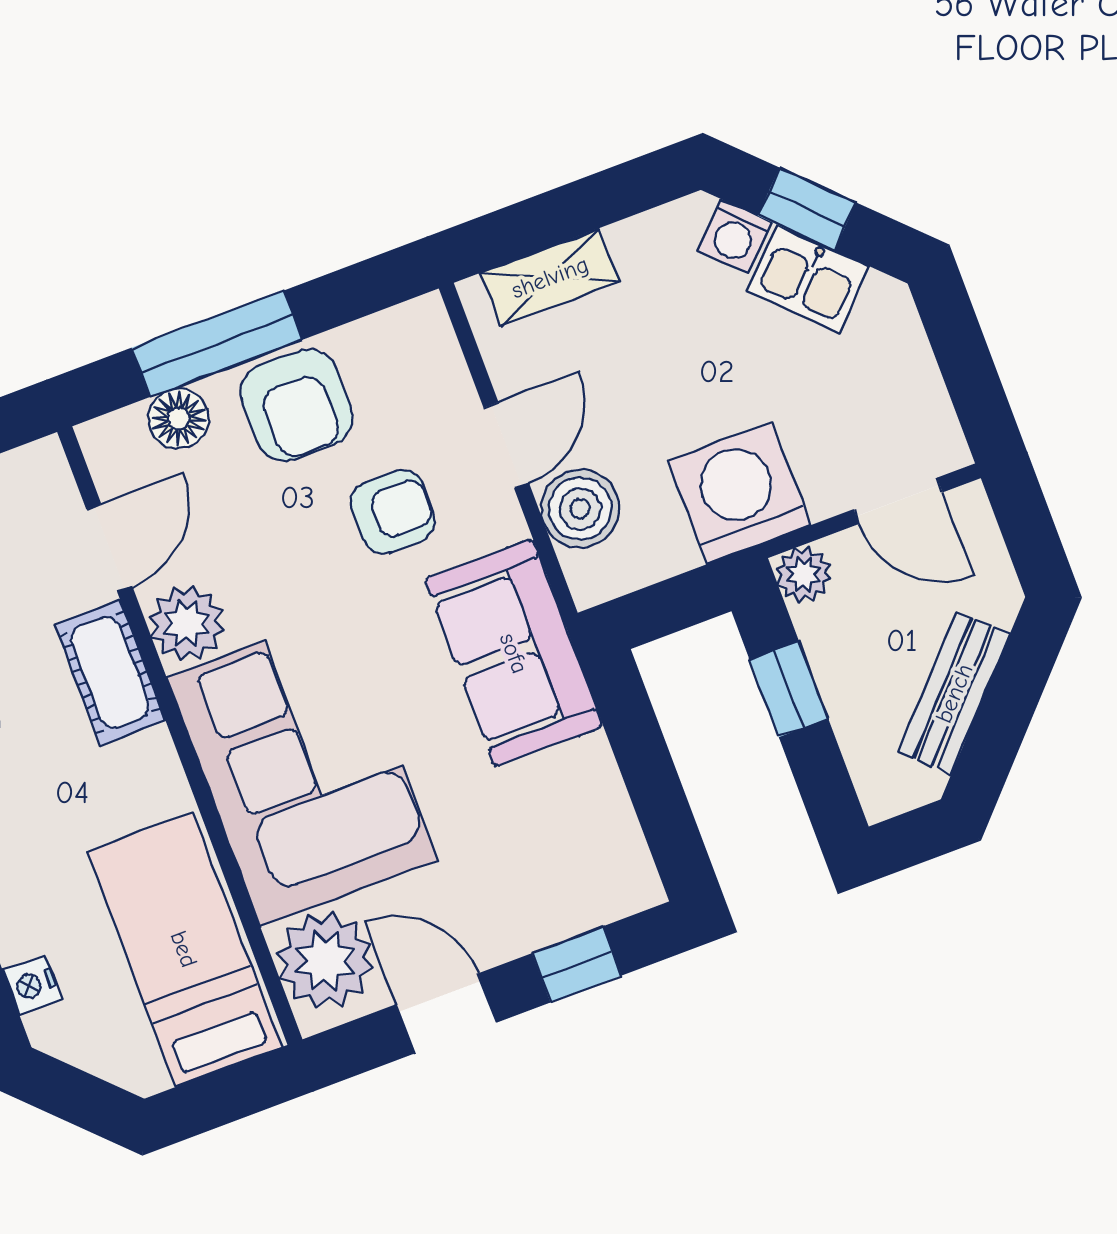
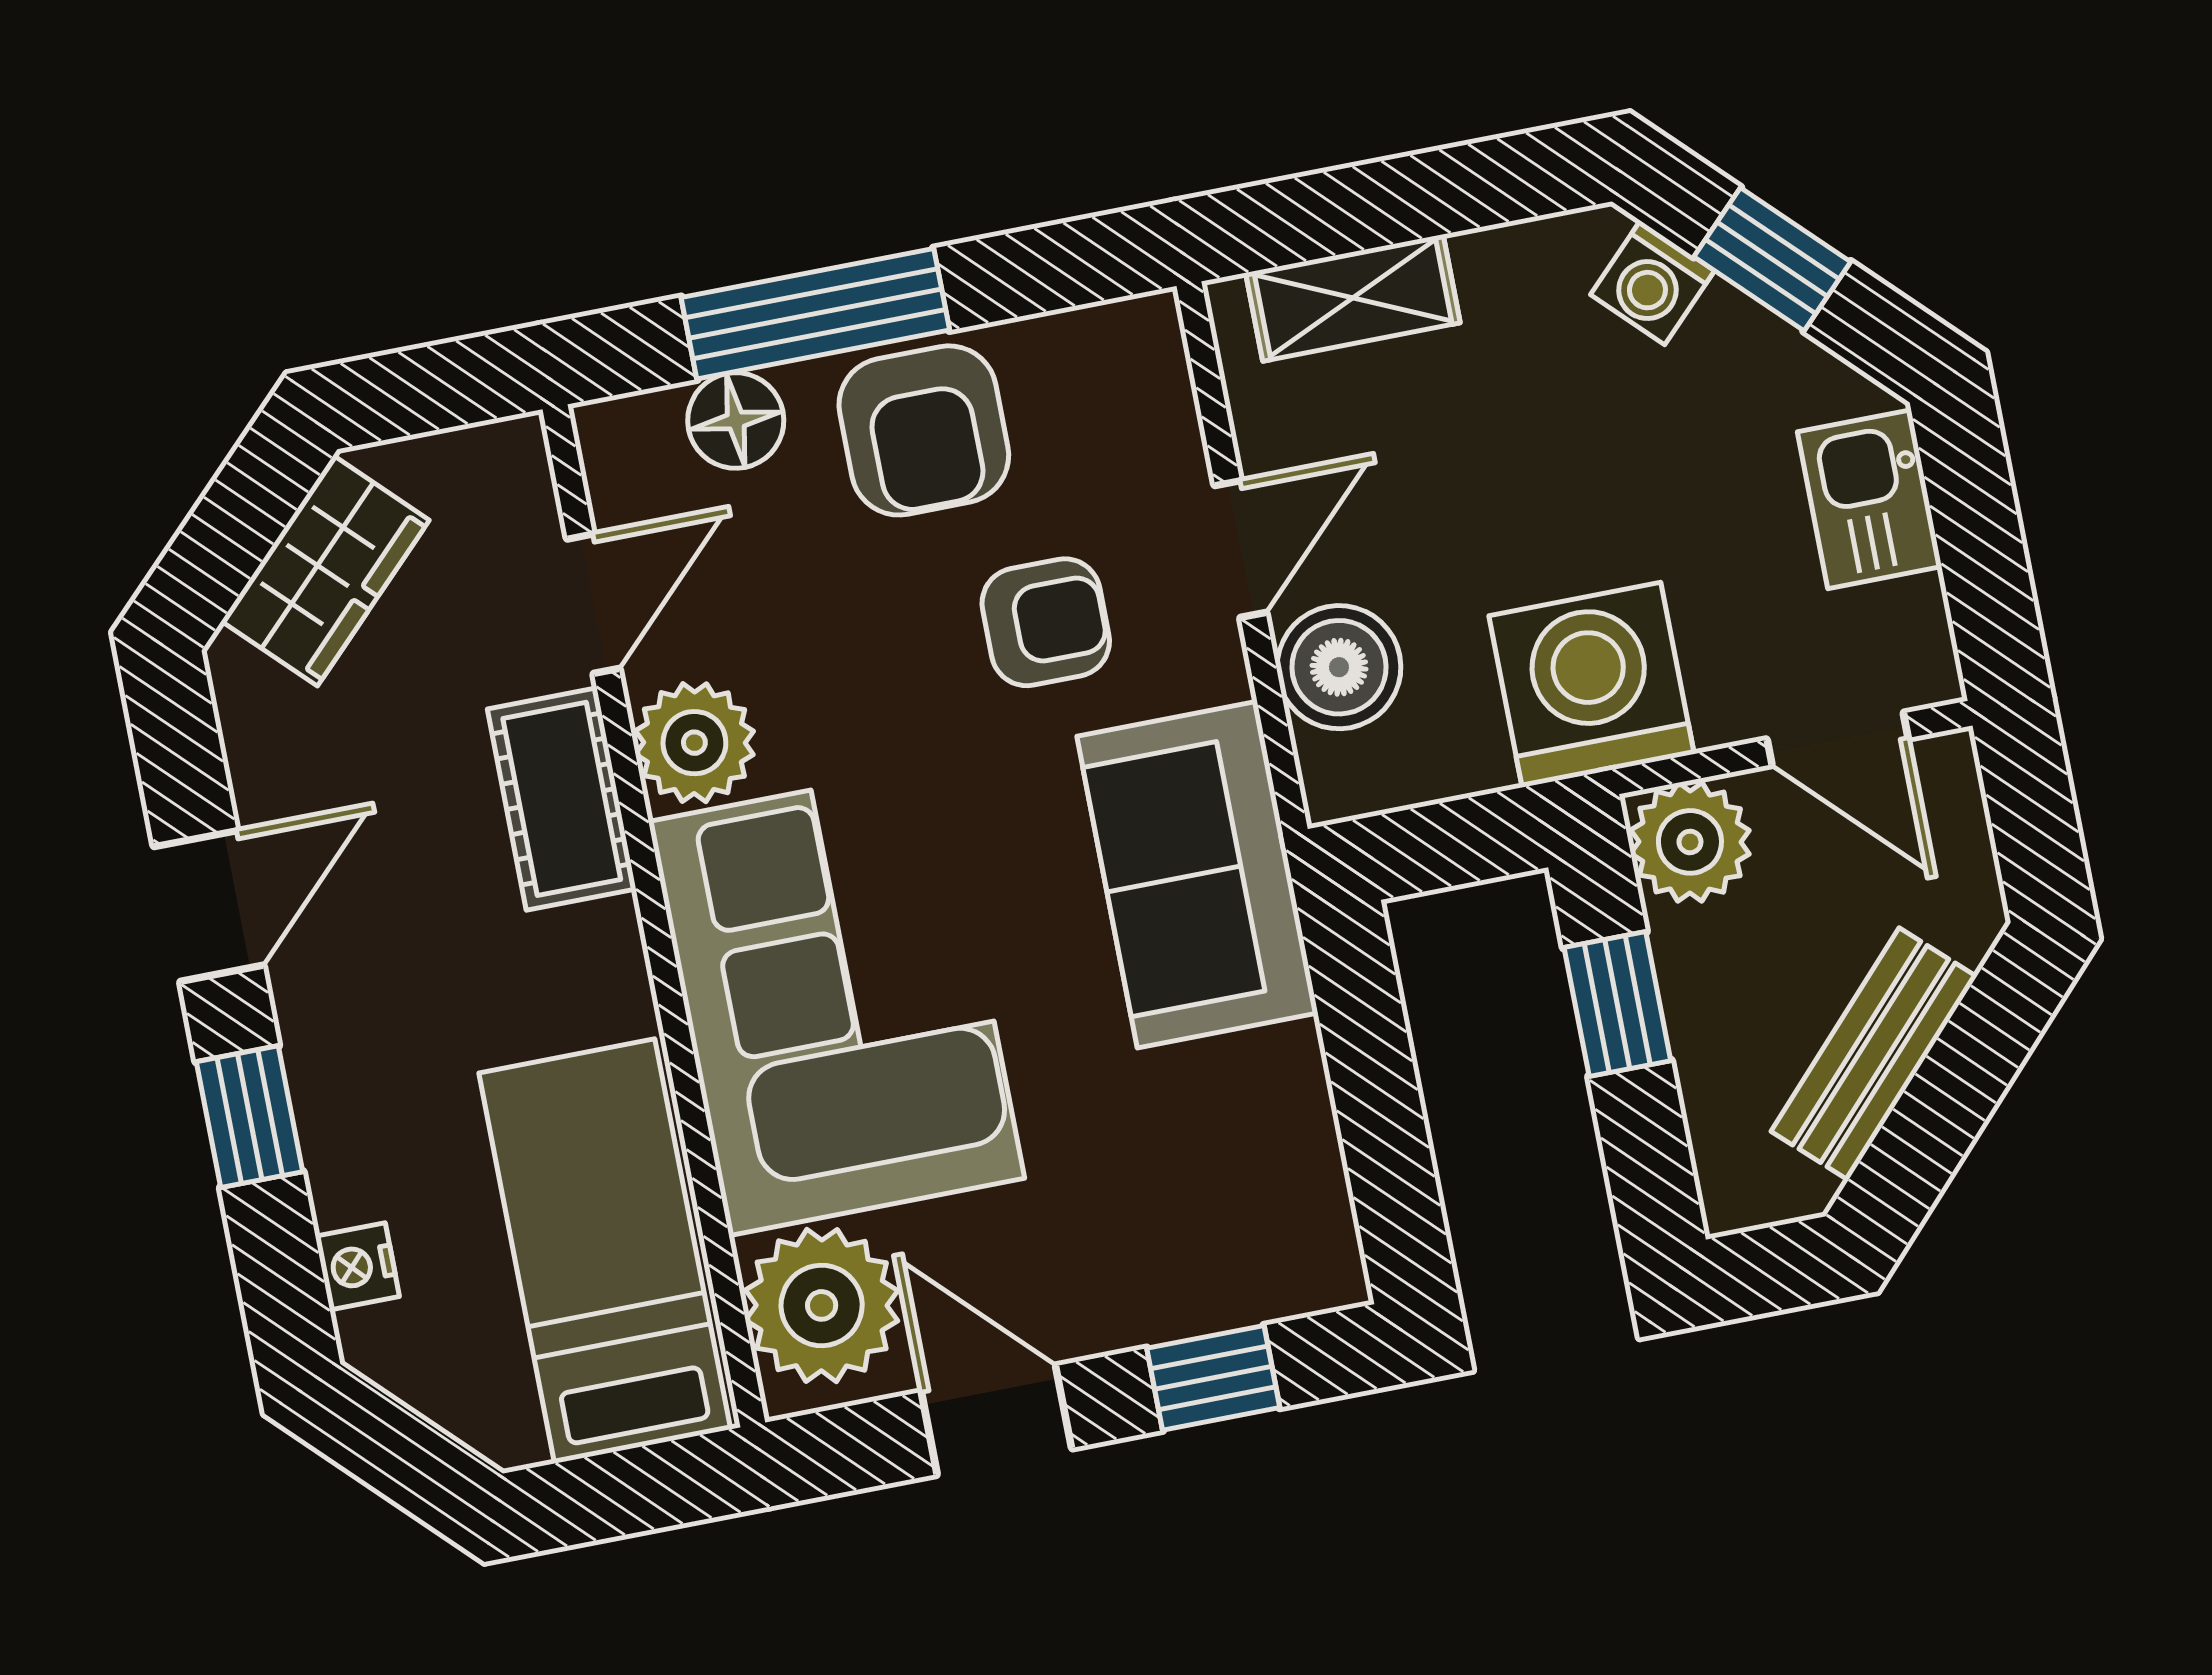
kitchen sink: (808, 279) -> (1870, 499), moved, turned 45
plant: (804, 574) -> (1690, 842), width x1.38, depth x1.38

